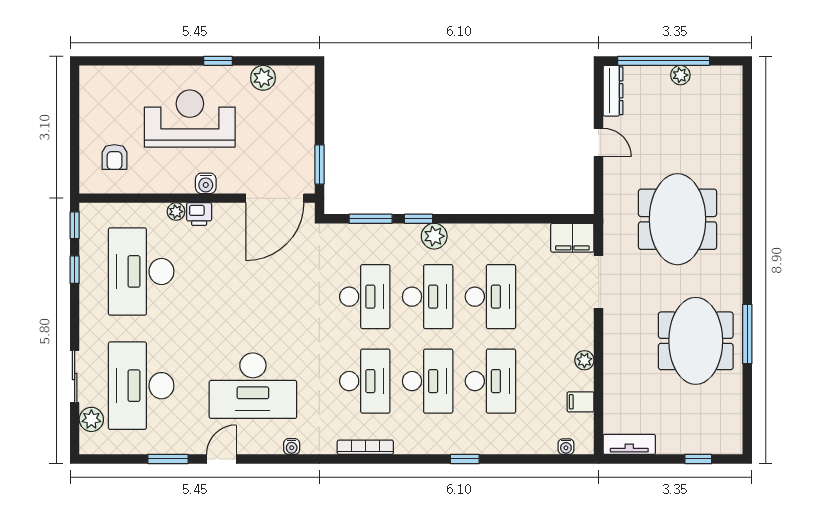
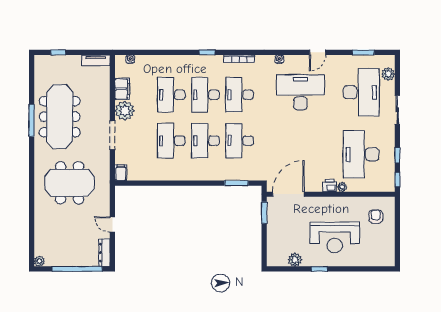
plant: (680, 75) -> (39, 261), moved
water cooler: (206, 183) -> (326, 202), removed
window: (419, 219) -> (210, 183), removed
meeting table: (678, 219) -> (70, 183), turned 90
plant: (434, 236) -> (202, 174), removed
filing cabinet: (572, 238) -> (121, 173), width x0.50
desk: (141, 271) -> (361, 154), turned 180
doorway: (599, 282) -> (112, 135), moved
meeting table: (696, 341) -> (60, 117), width x1.36
plant: (584, 360) -> (125, 111), width x1.87, depth x1.87
sliding door: (75, 377) -> (397, 110), moved
filing cabinet: (581, 402) -> (122, 89), width x2.00
window: (168, 459) -> (363, 52), moved
window: (465, 459) -> (207, 52), moved

